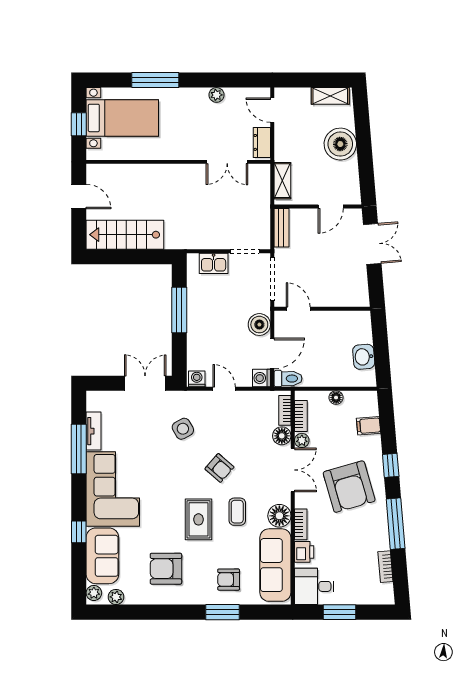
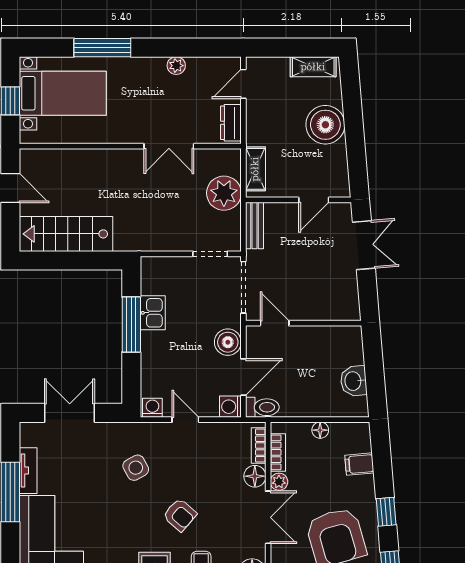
door: (272, 110) -> (243, 84), hinge flipped
double door: (227, 162) -> (169, 146), moved
plant: (256, 201) -> (224, 193), added
kitchen sink: (214, 263) -> (153, 313), moved, turned -90
double door: (145, 383) -> (70, 413), moved

